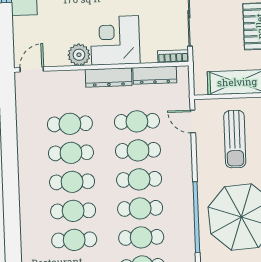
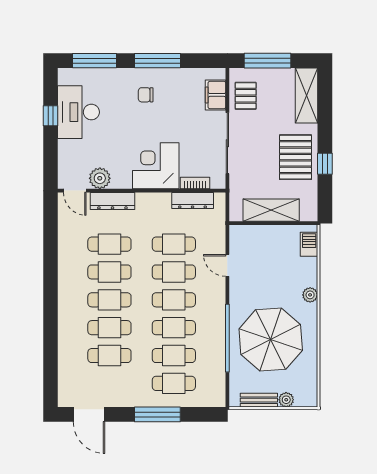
plant: (79, 55) -> (100, 178), moved
bookcase: (173, 56) -> (195, 183), moved
door: (32, 69) -> (75, 191), swing flipped
dresser: (109, 77) -> (112, 201), moved
door: (193, 121) -> (227, 265), moved
sun lounger: (235, 139) -> (267, 265), removed

